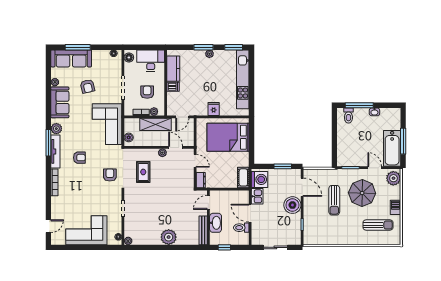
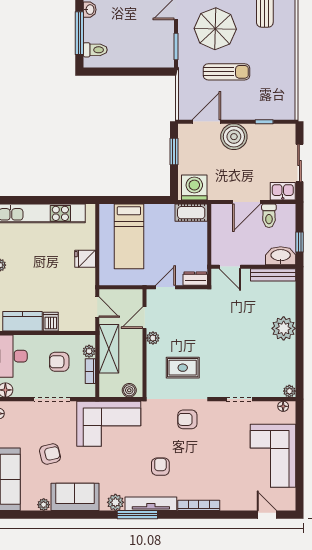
bed: (228, 137) -> (129, 236), width x0.67
kitchen sink: (257, 196) -> (283, 191), moved
washbasin: (216, 223) -> (281, 256), moved

